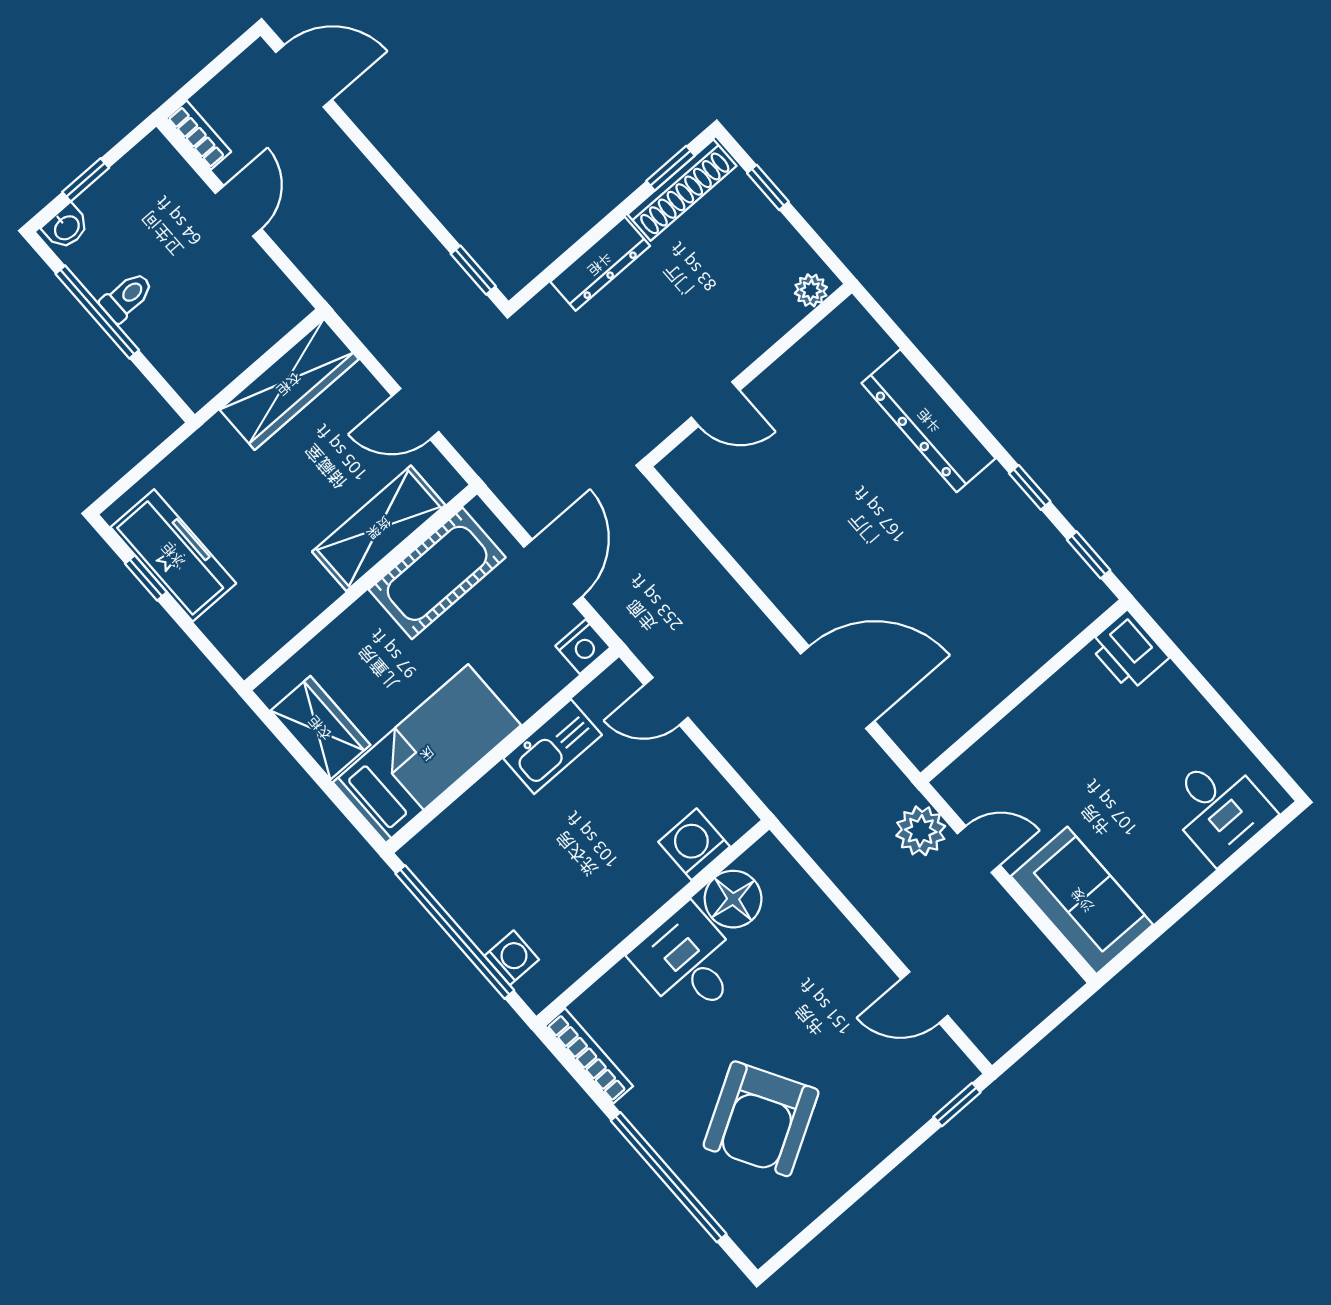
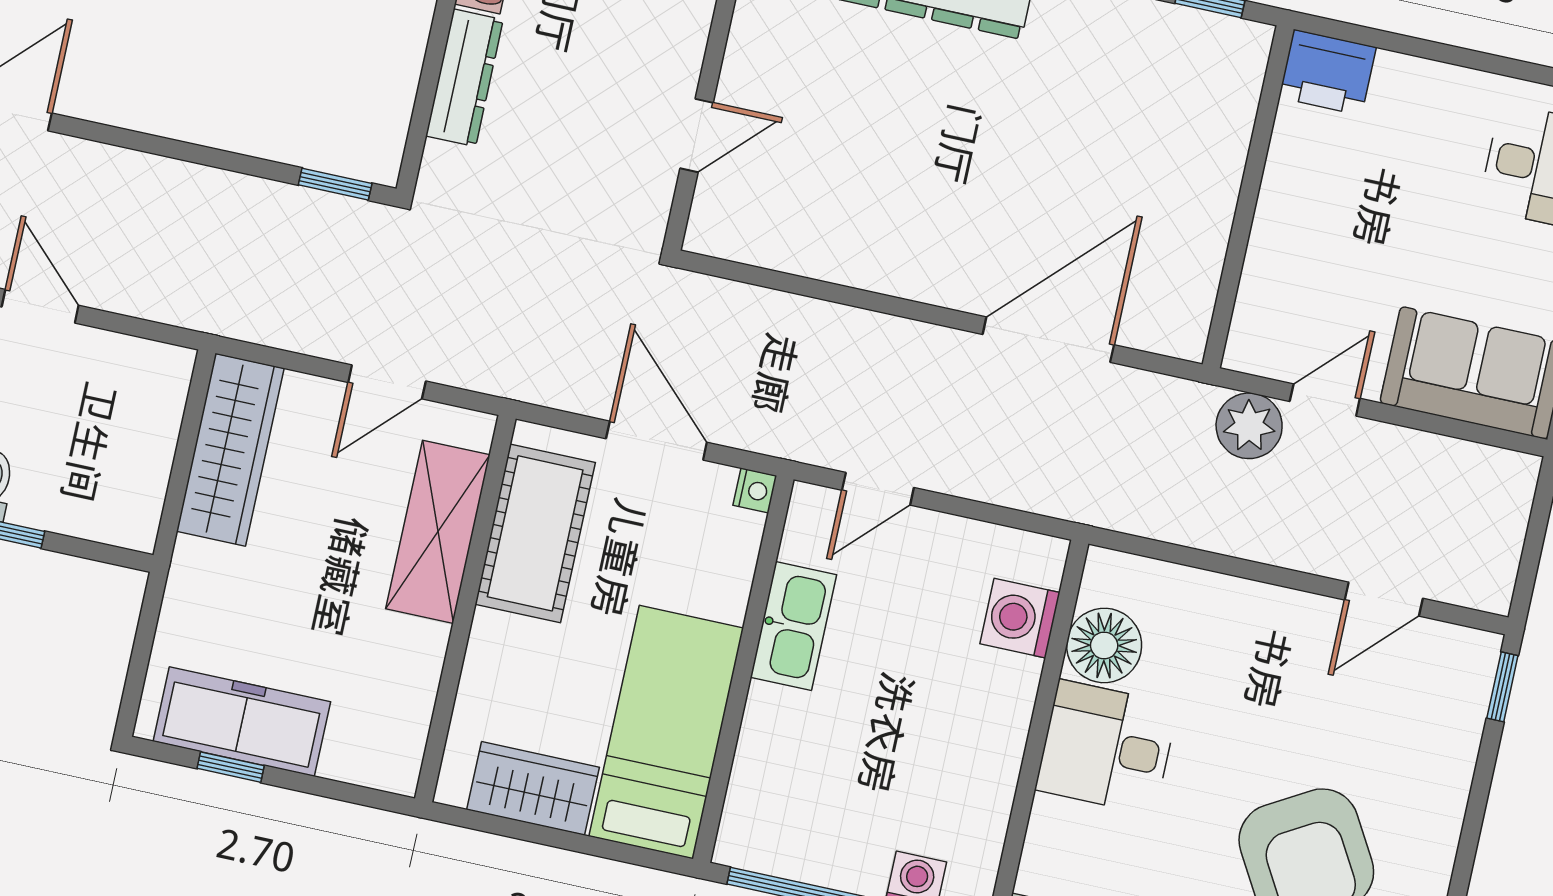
nightstand: (583, 647) -> (755, 491), width x0.72, depth x0.74

